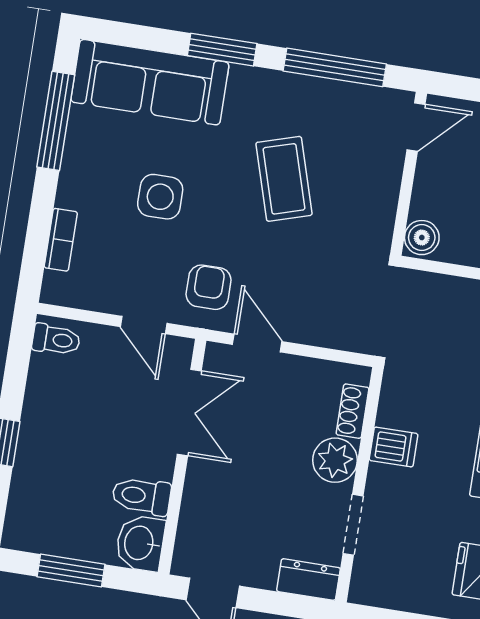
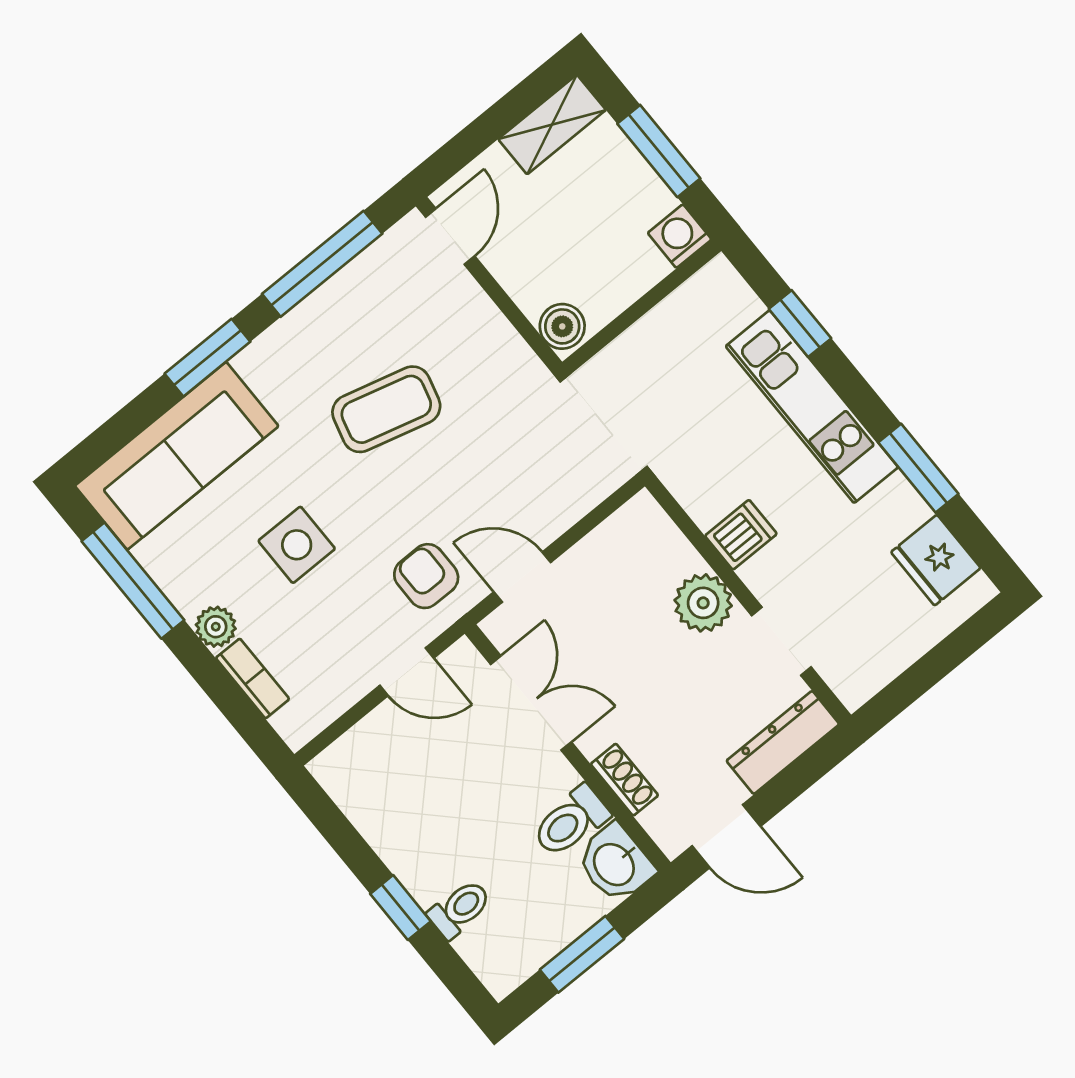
coffee table: (284, 179) -> (386, 409), turned -58
plant: (72, 192) -> (216, 627), added
toilet: (56, 340) -> (460, 909), moved
shoe rack: (352, 411) -> (624, 780), moved, turned 180
dresser: (308, 580) -> (783, 742), width x1.44

